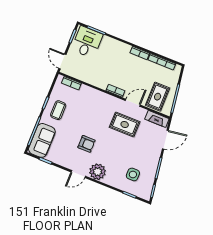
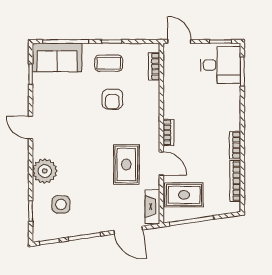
door: (62, 61) -> (179, 41), hinge flipped
armchair: (86, 144) -> (112, 99), moved
plant: (98, 172) -> (45, 171), moved

